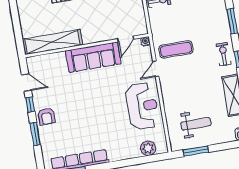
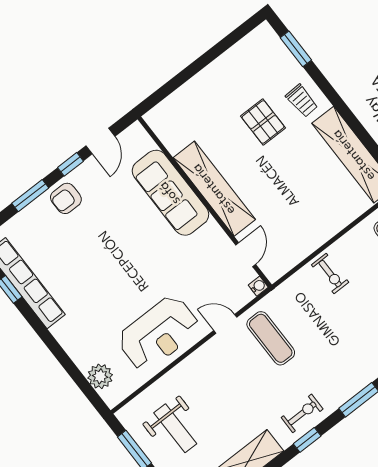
door: (126, 39) -> (246, 255), swing flipped
shelving: (53, 42) -> (214, 189), moved
sofa: (93, 57) -> (170, 193), moved

